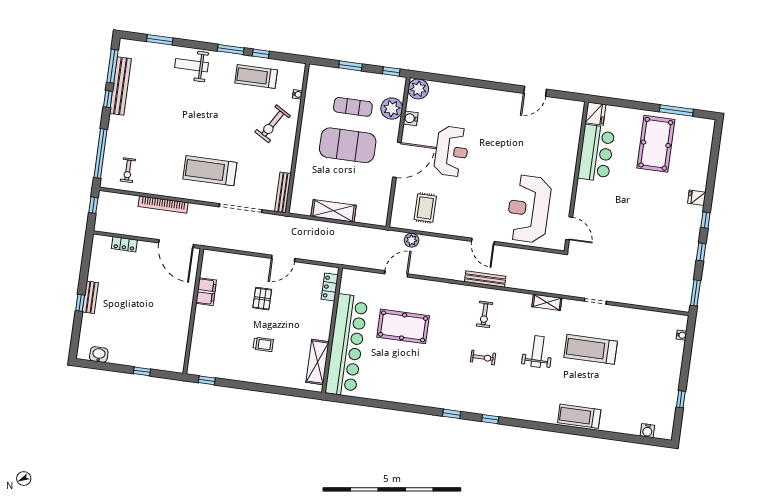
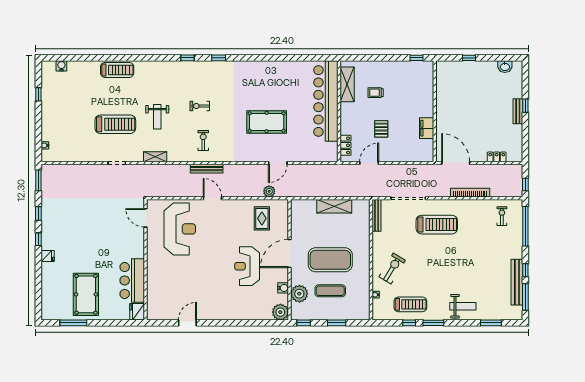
locker: (330, 287) -> (346, 145), moved
wall: (332, 330) -> (339, 111), moved
bar counter: (347, 345) -> (326, 101), moved
shelving: (317, 362) -> (347, 84), moved

